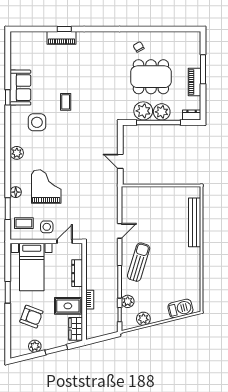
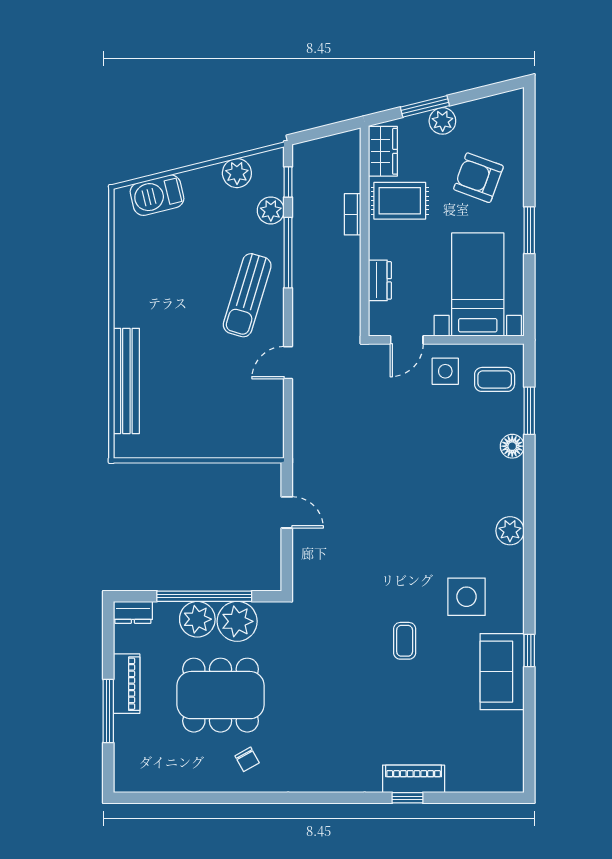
grand piano: (46, 187) -> (447, 458), removed
dresser: (77, 273) -> (380, 280), width x0.70
plant: (35, 346) -> (442, 121), moved

